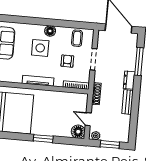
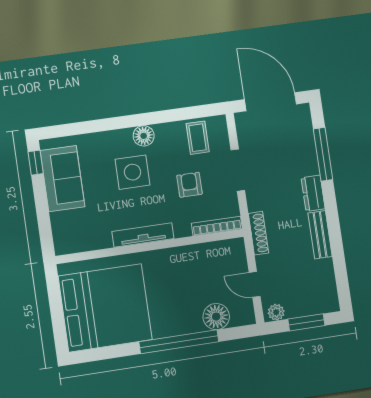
floor lamp: (78, 132) -> (216, 317), moved
window: (43, 139) -> (179, 342), width x2.11

